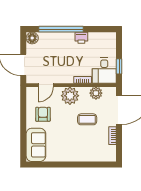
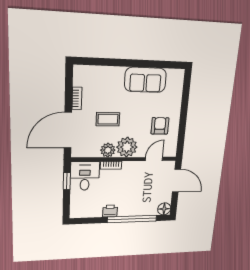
plant: (96, 93) -> (108, 150), moved
armchair: (43, 114) -> (160, 126), turned 180
sofa: (36, 145) -> (145, 80), moved, turned -90

